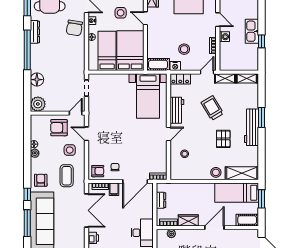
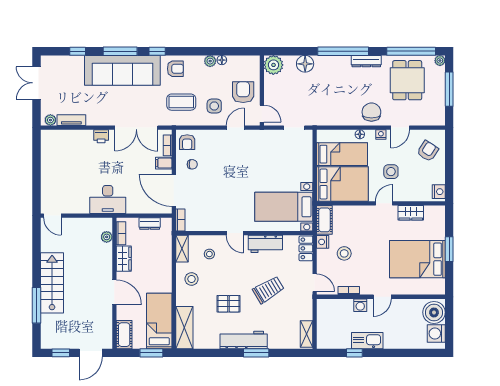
chair: (74, 28) -> (371, 112), turned 81
shelving: (225, 78) -> (182, 249), moved
stool: (216, 172) -> (192, 279), moved

